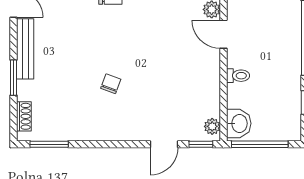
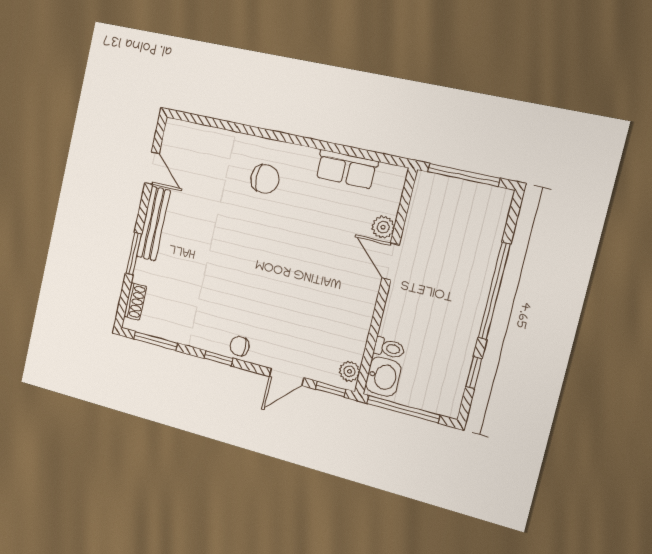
toilet: (238, 76) -> (389, 348), moved
chair: (111, 84) -> (240, 346), moved, turned -110
window: (105, 144) -> (219, 358), added

